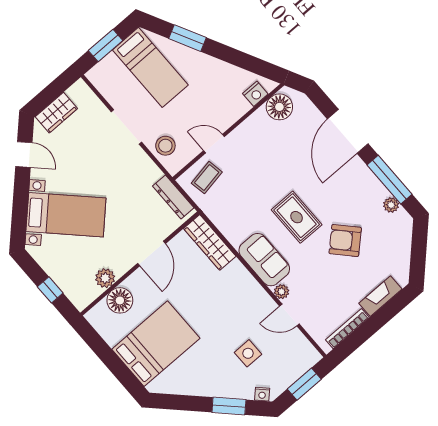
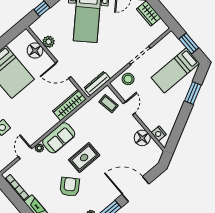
floor lamp: (279, 107) -> (142, 138), moved

